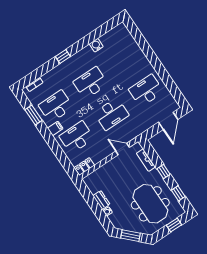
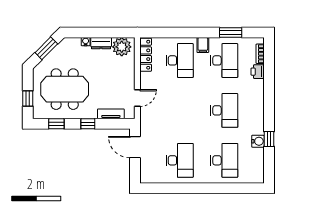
window: (63, 57) -> (269, 139), moved
printer: (48, 78) -> (258, 72), added
desk: (111, 114) -> (224, 160), moved, turned 180
door: (168, 121) -> (135, 147), moved
locker: (84, 166) -> (146, 55), width x1.53
plant: (94, 184) -> (122, 47), added

